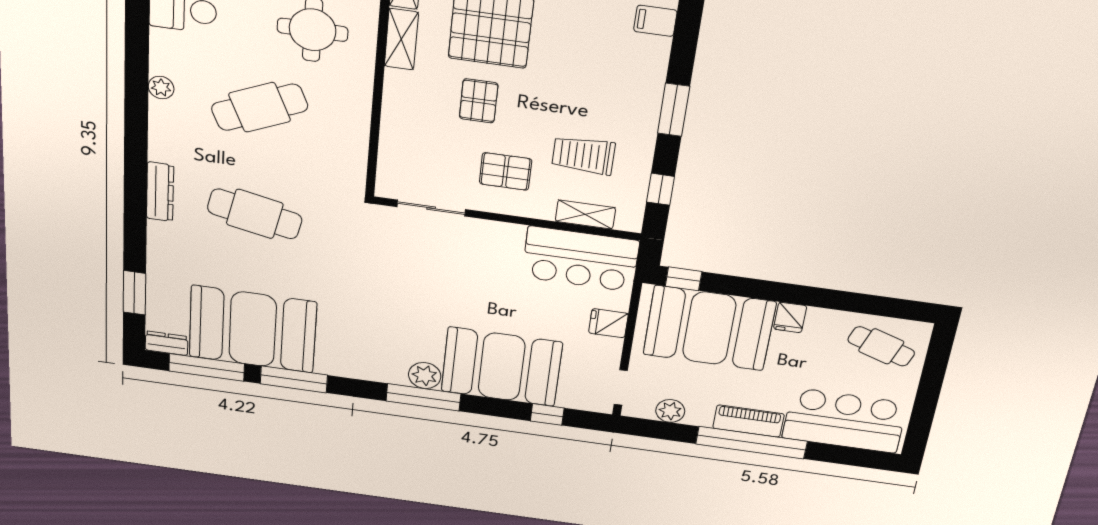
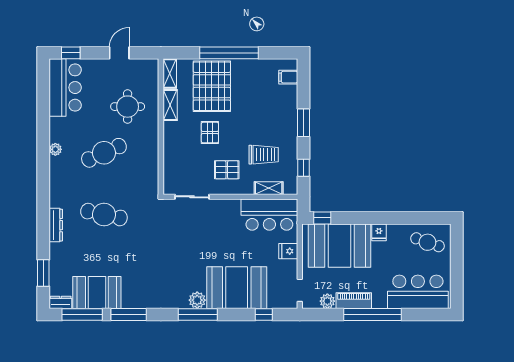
trolley: (583, 155) -> (264, 155), turned 180
dresser: (160, 192) -> (56, 225), moved
booth: (253, 329) -> (97, 292), width x0.73, depth x0.70
piano: (748, 421) -> (354, 301), moved

